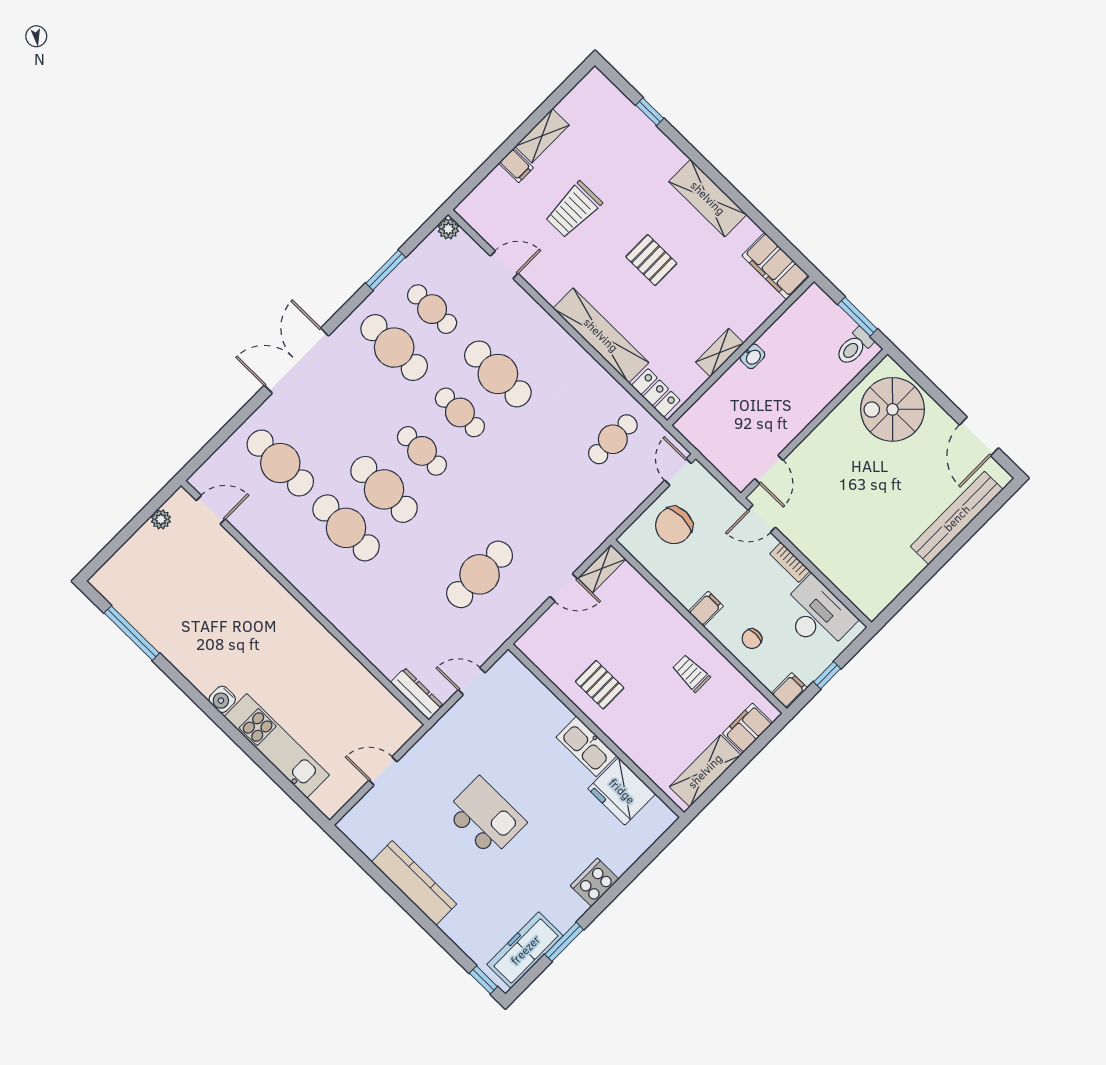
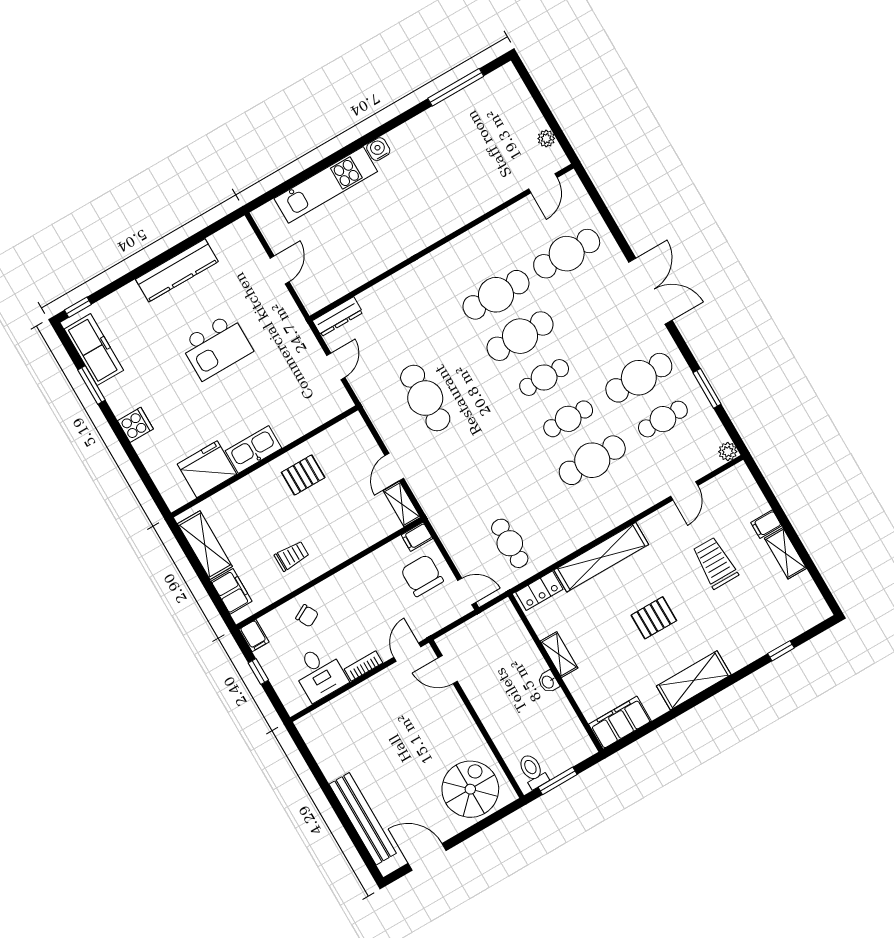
filing cabinet: (706, 609) -> (417, 537), moved, turned 90
desk: (817, 615) -> (319, 673), width x0.73
chair: (752, 639) -> (307, 616), turned 152
cooker: (595, 882) -> (135, 425), width x0.73

